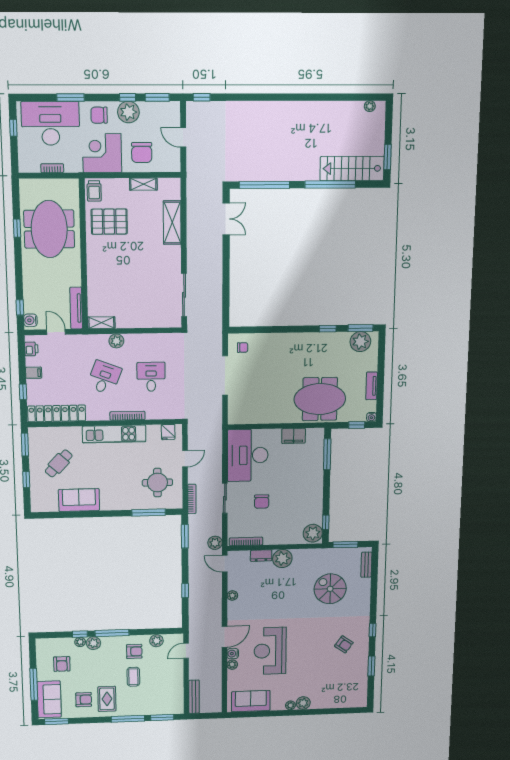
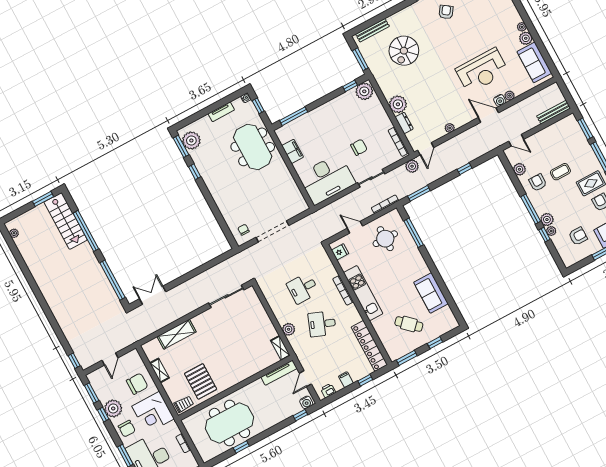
bench: (366, 565) -> (372, 30), width x1.36
plant: (303, 703) -> (526, 38), moved

